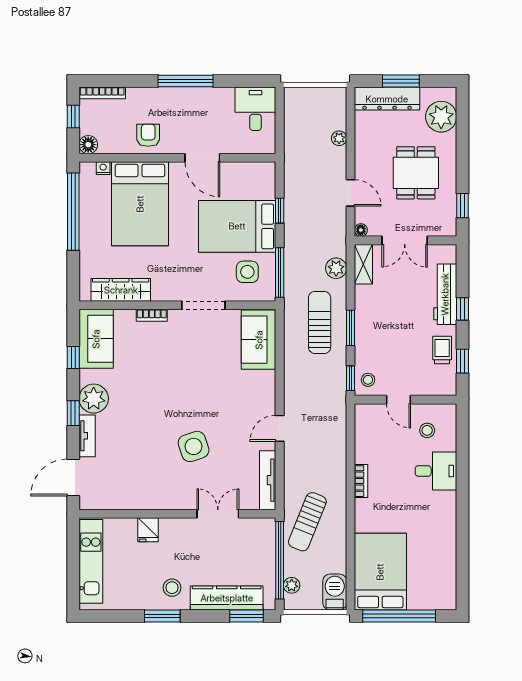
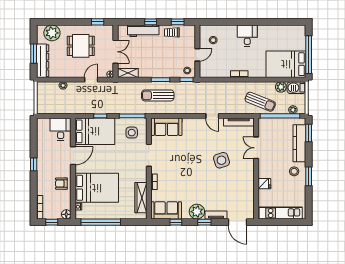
window: (186, 81) -> (34, 164), width x0.46
desk: (255, 109) -> (61, 129), moved, turned 90
bed: (237, 226) -> (95, 131), moved, turned -90
plant: (336, 268) -> (281, 87), moved
desk: (436, 471) -> (247, 36), moved

